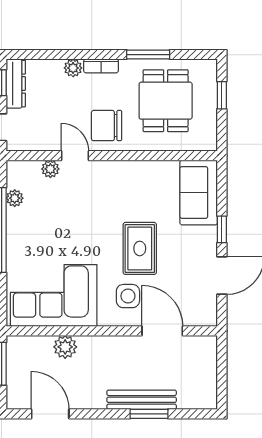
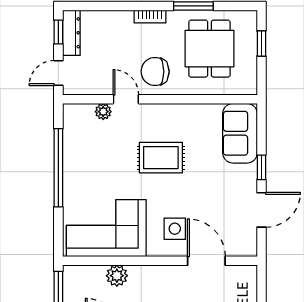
plant: (73, 68) -> (124, 18), removed
plant: (15, 198) -> (70, 138), removed
rug: (140, 248) -> (161, 158), moved, turned 90

